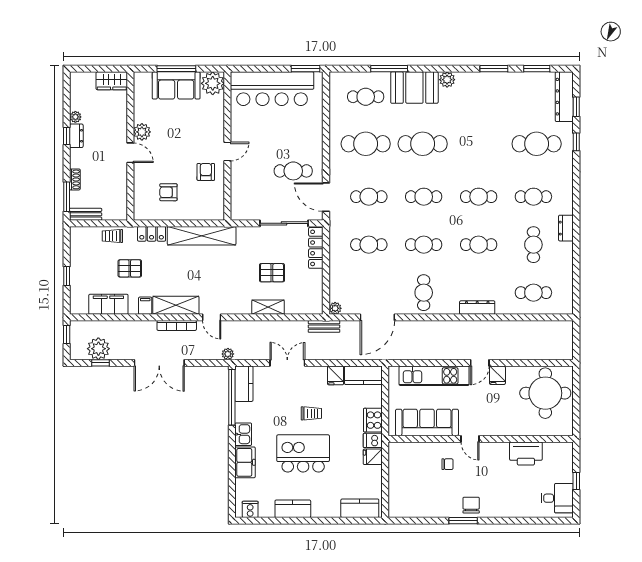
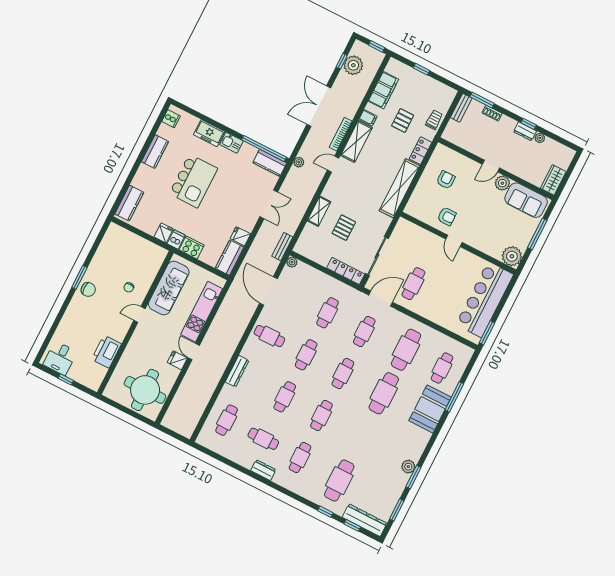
plant: (447, 80) -> (408, 467), moved
sofa: (176, 85) -> (526, 200), moved, turned -90
trolley: (311, 413) -> (221, 203), removed

